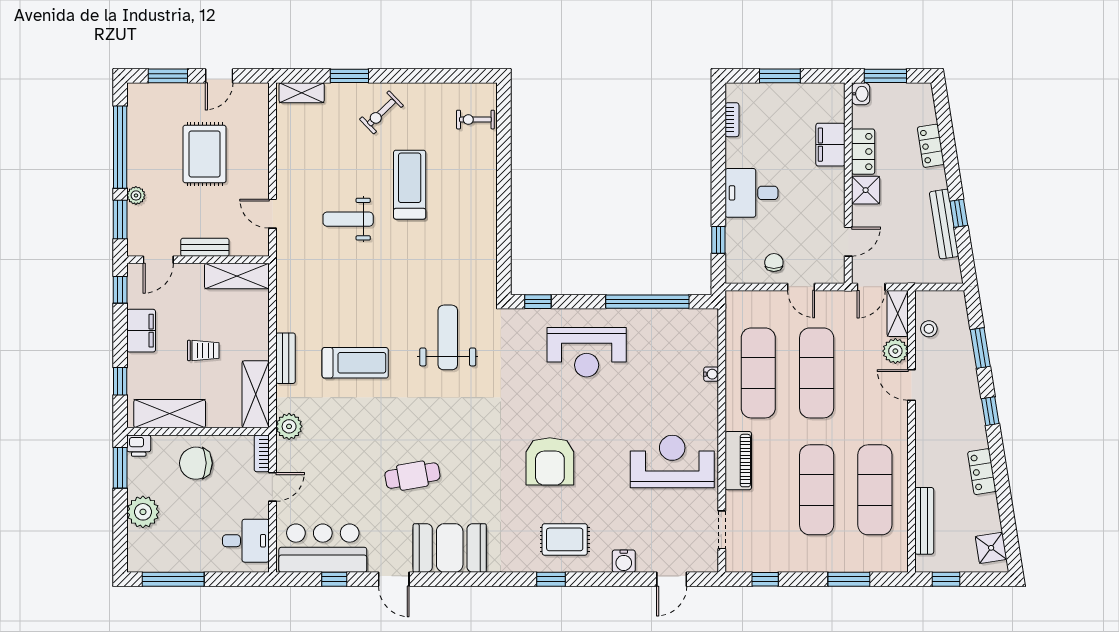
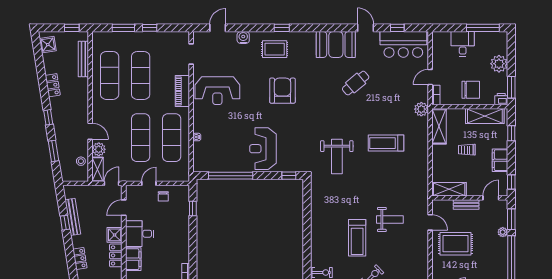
rug: (205, 154) -> (455, 244), moved, turned 90
desk: (752, 193) -> (140, 234), moved, turned 180
door: (801, 287) -> (149, 183), hinge flipped
reception desk: (587, 352) -> (263, 149), turned -90
bench: (286, 358) -> (423, 146), removed
cafe table: (412, 476) -> (356, 83), turned -30
desk: (246, 541) -> (463, 44), moved, turned 90
window: (765, 579) -> (150, 28), moved

